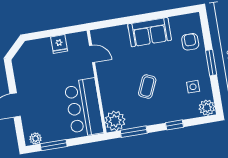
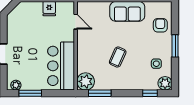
window: (174, 125) -> (150, 93), moved

